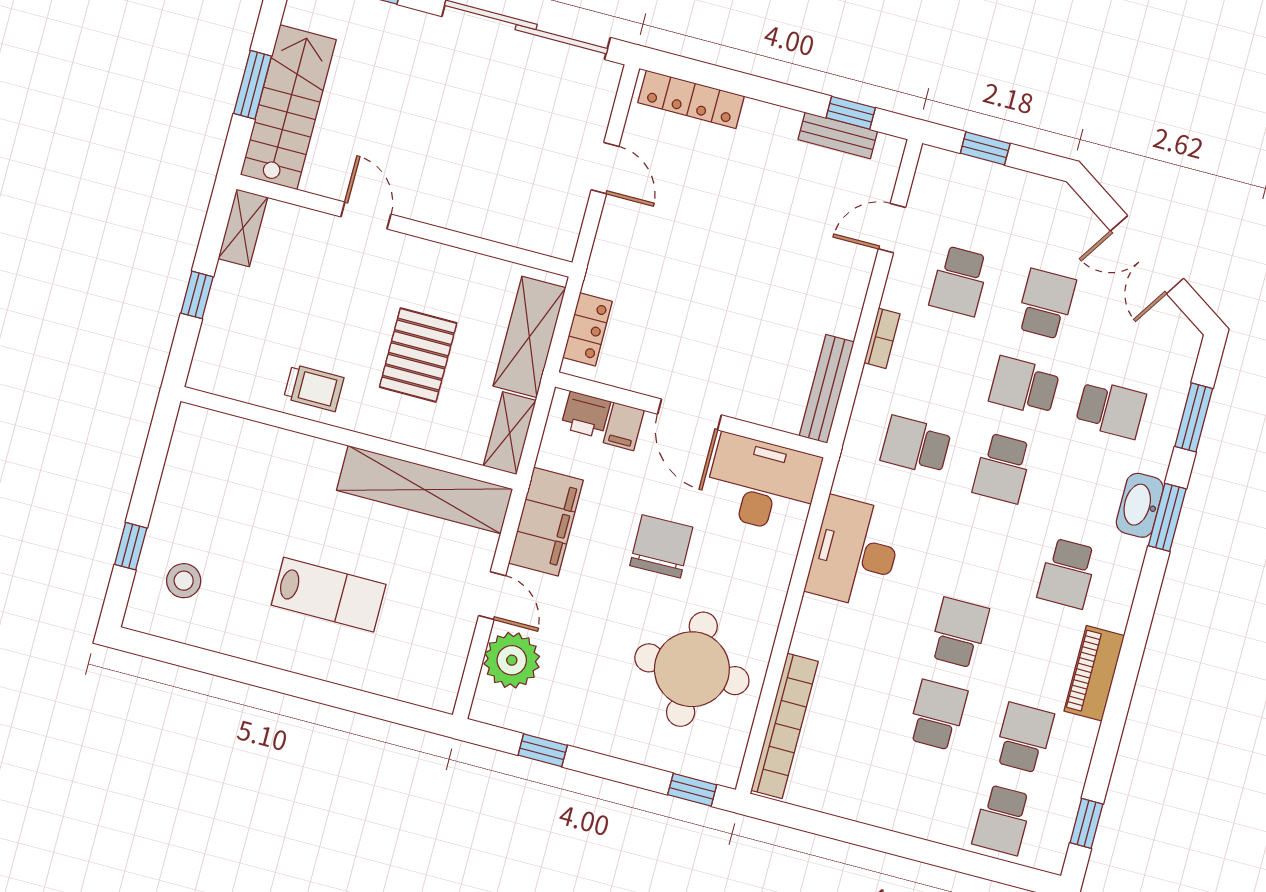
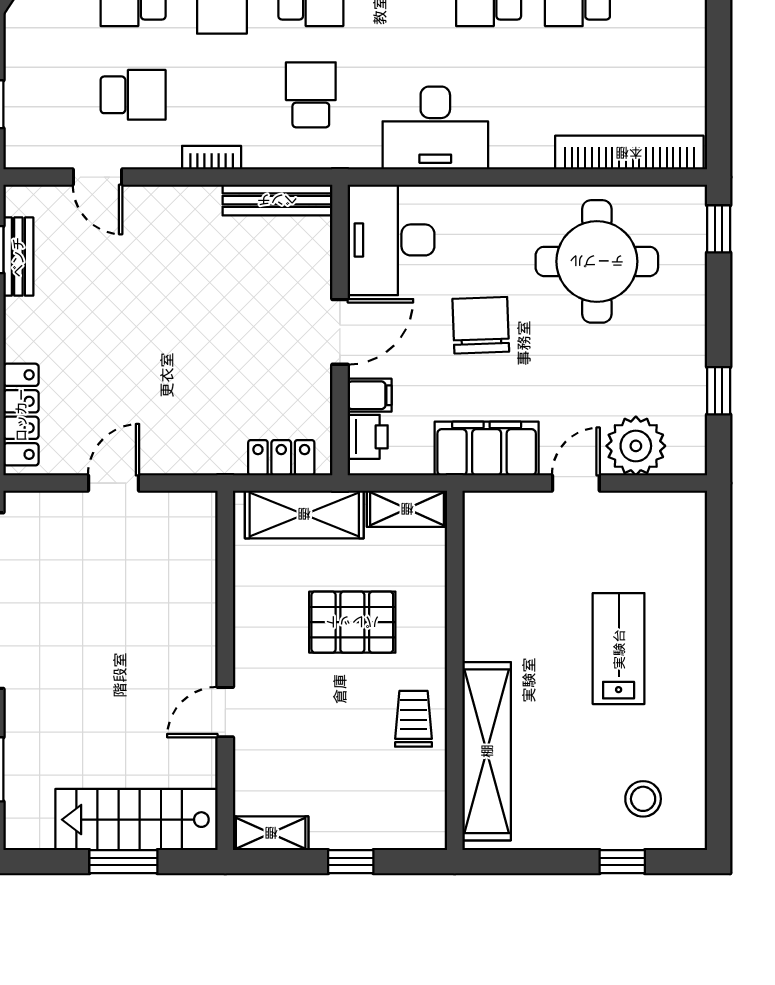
school desk: (916, 445) -> (311, 95), turned 180
shelving: (425, 490) -> (487, 751), moved
chair: (661, 546) -> (481, 325), turned 89

